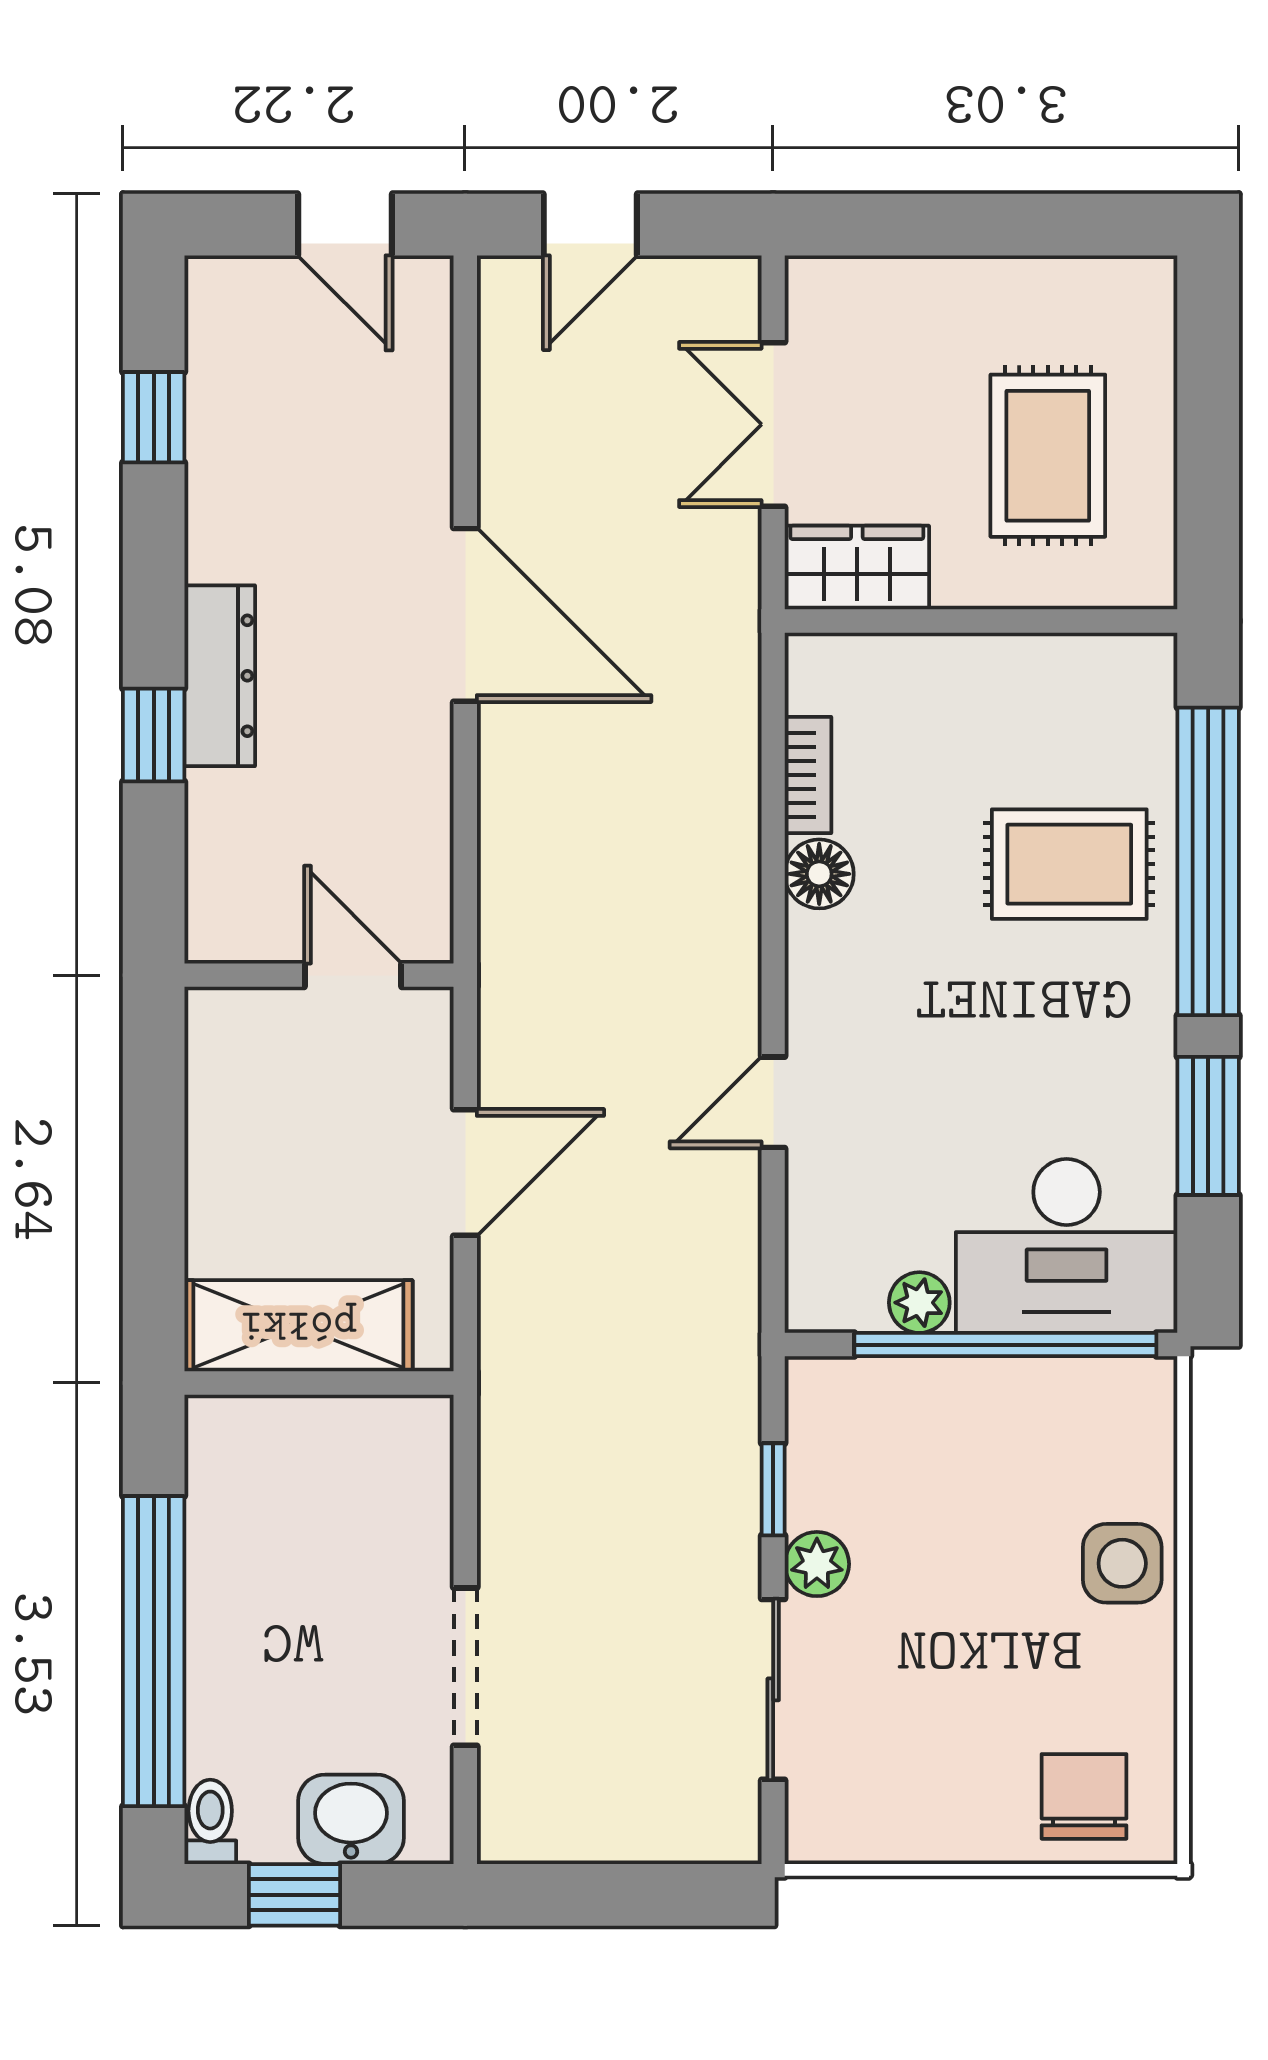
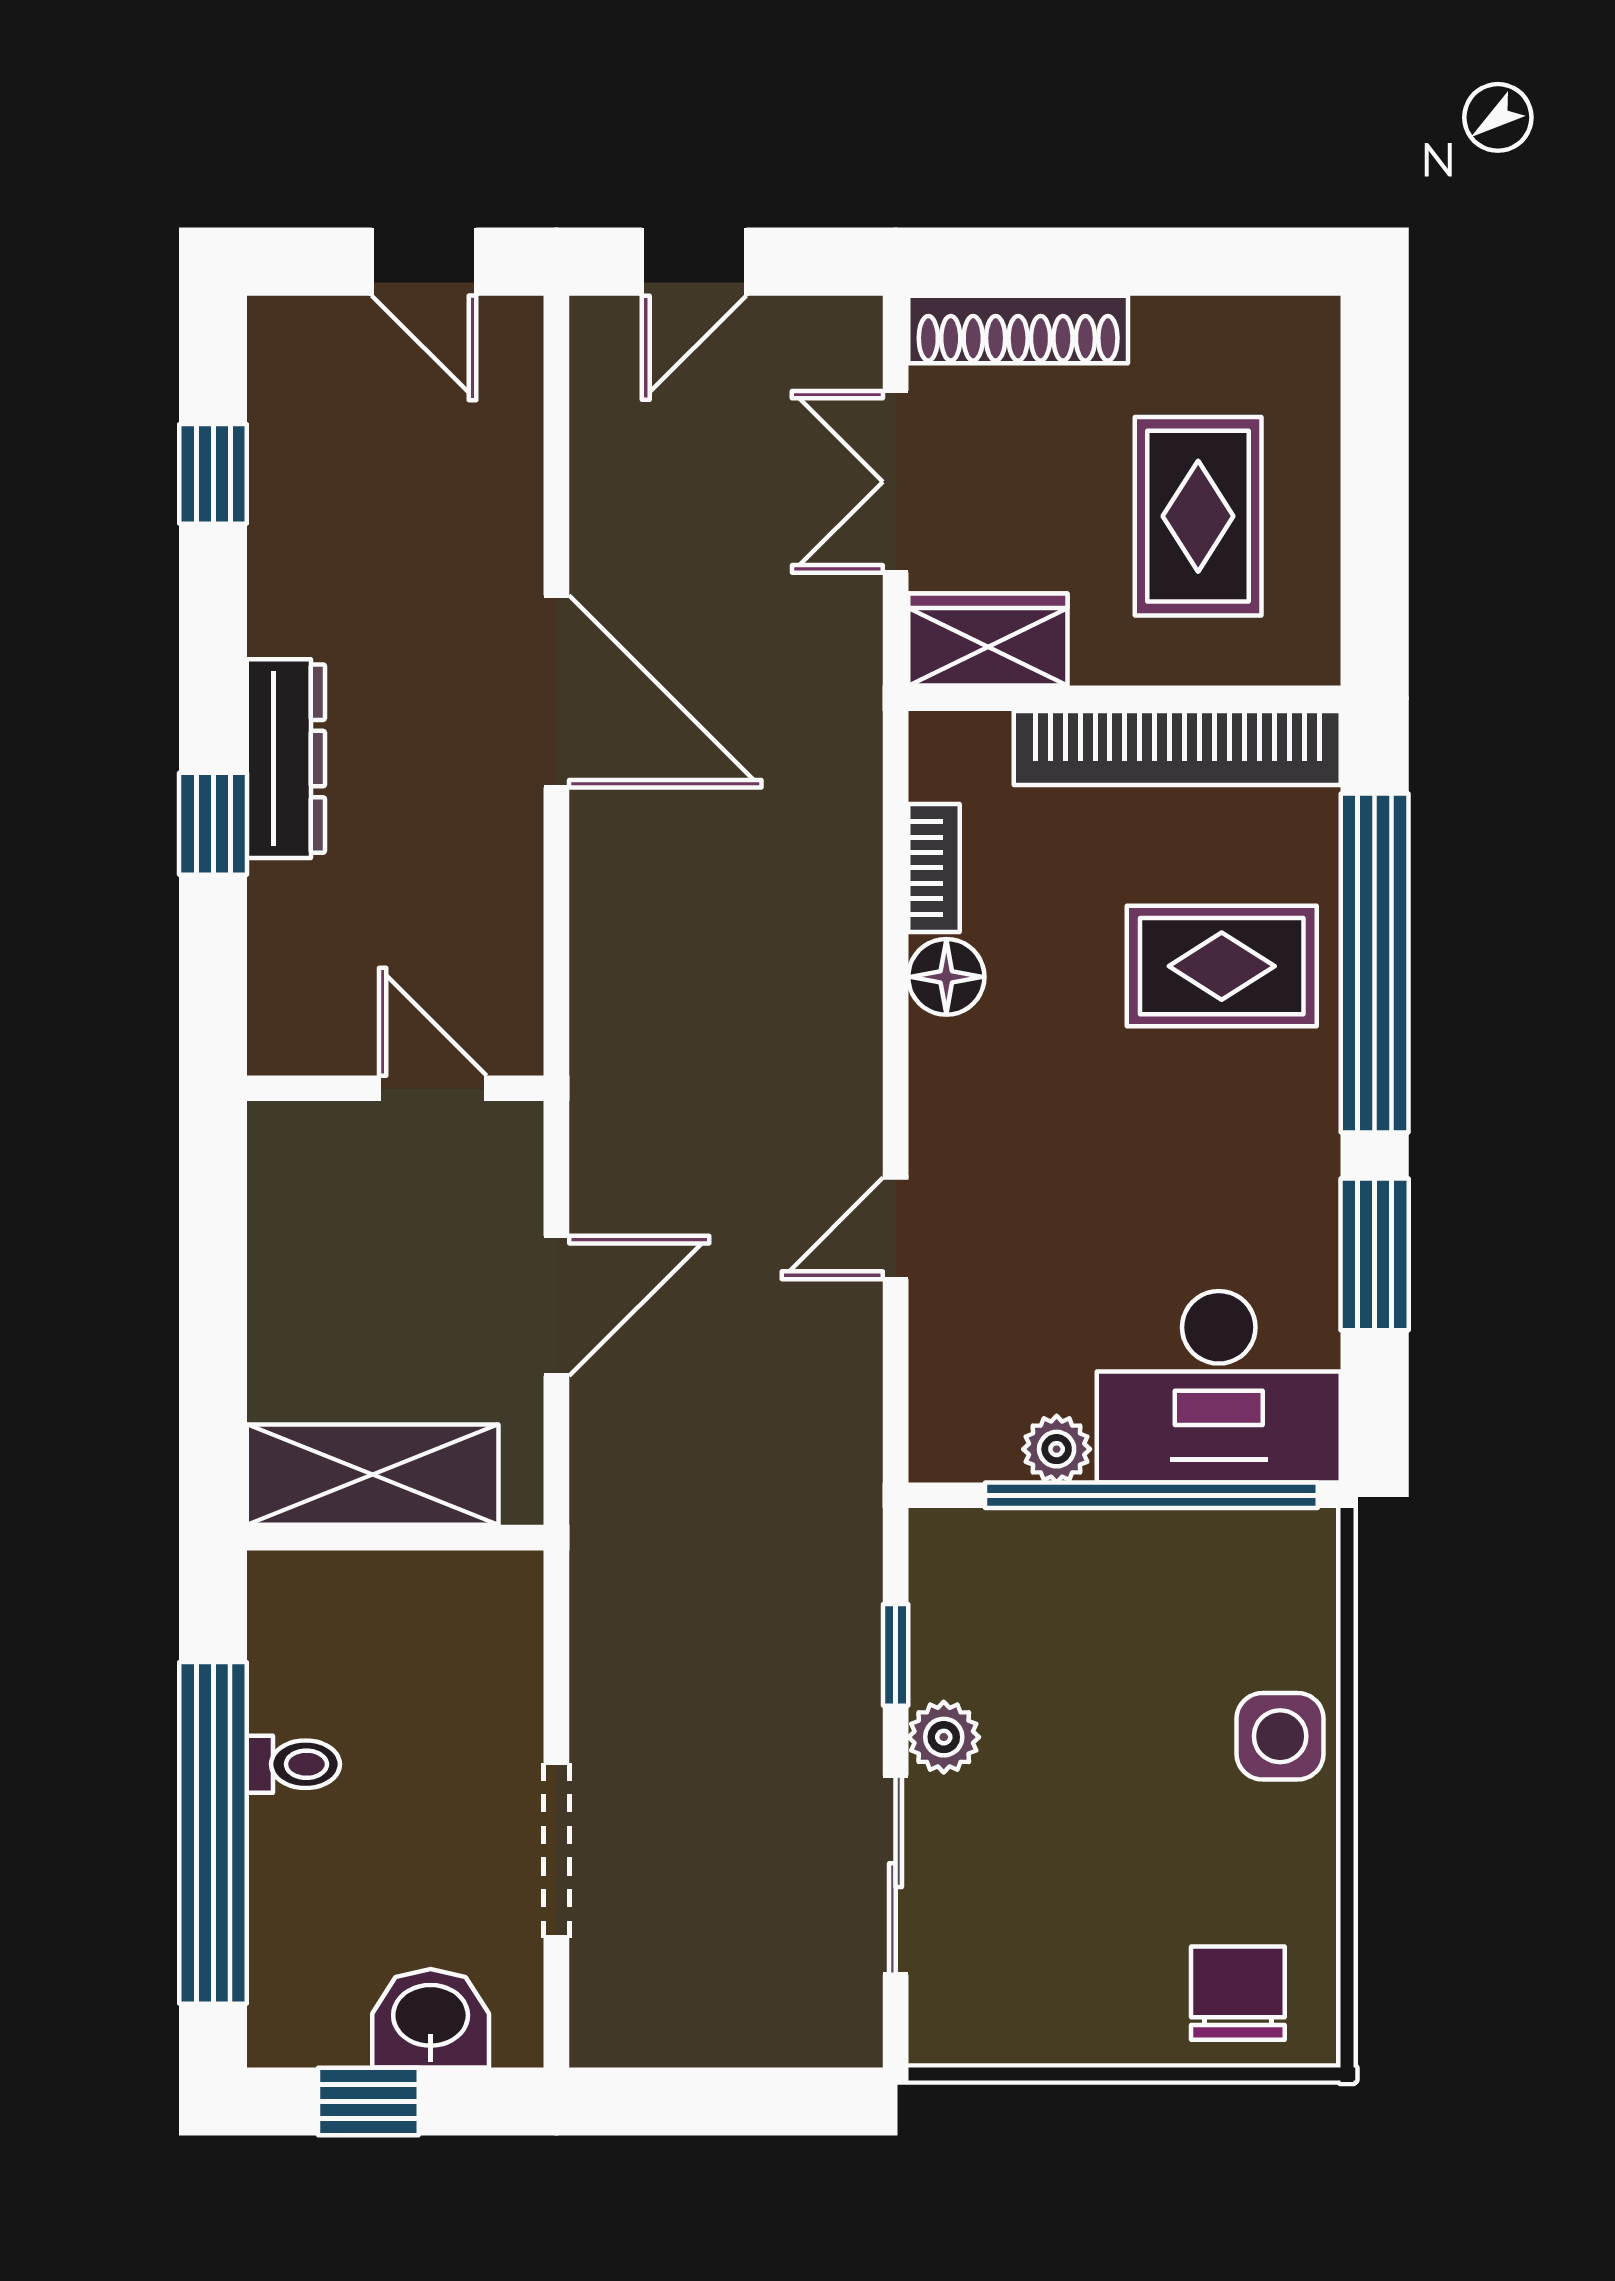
shoe rack: (884, 286) -> (1018, 329), added
bookcase: (1029, 666) -> (1177, 748), added
toilet: (210, 1822) -> (293, 1764), moved, turned 90

